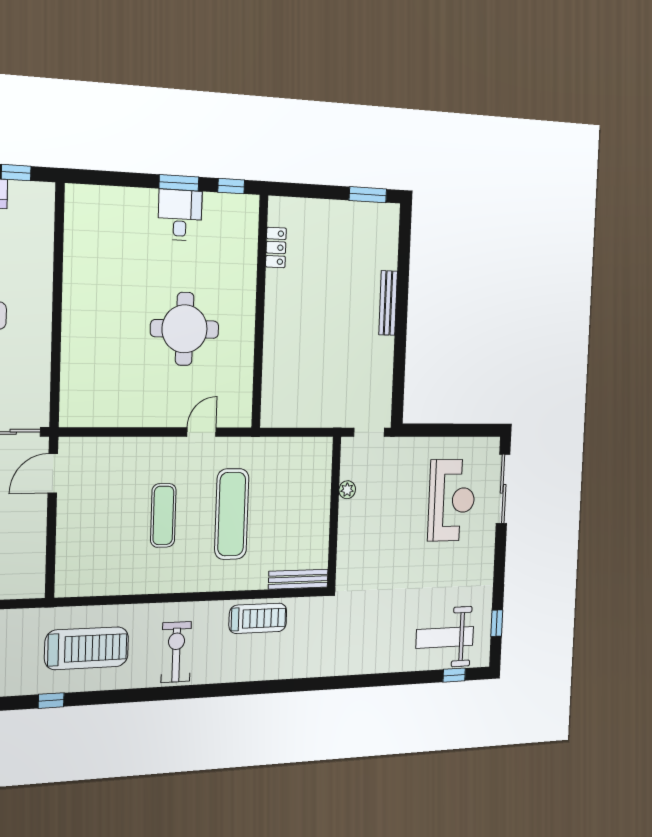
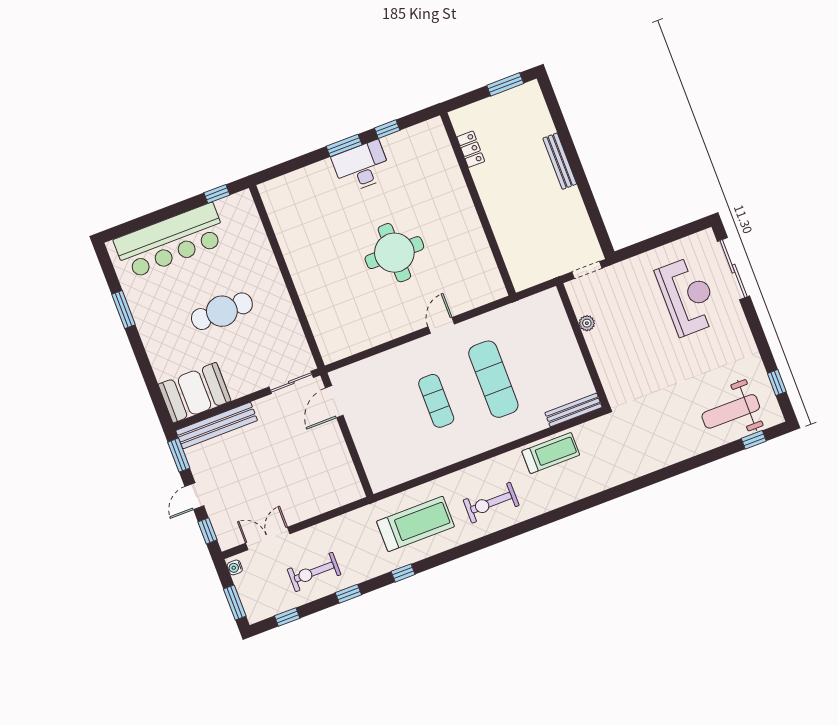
desk: (180, 215) -> (362, 167), width x1.37
locker: (276, 247) -> (471, 149), moved
wall: (260, 312) -> (478, 204), moved
exercise bike: (176, 652) -> (491, 503), turned -90

